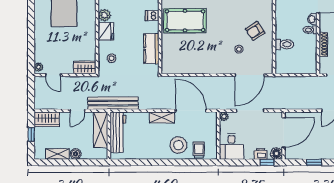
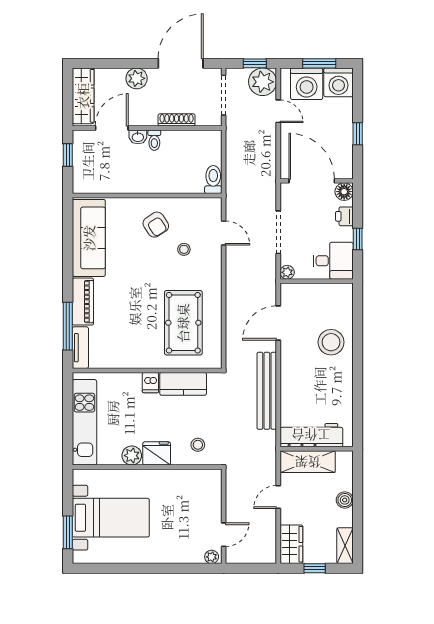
dishwasher: (152, 16) -> (150, 383), moved
pool table: (185, 21) -> (183, 323), moved
toilet: (284, 44) -> (213, 180), moved
wardrobe: (85, 67) -> (212, 486), removed
door: (250, 75) -> (224, 233), width x0.53
bench: (113, 103) -> (267, 391), moved
door: (78, 111) -> (278, 497), swing flipped
door: (191, 111) -> (278, 323), width x0.73
shelving: (162, 117) -> (289, 367), removed
trolley: (199, 150) -> (339, 311), removed
shelving: (58, 154) -> (345, 546), moved
window: (267, 162) -> (358, 239), moved

